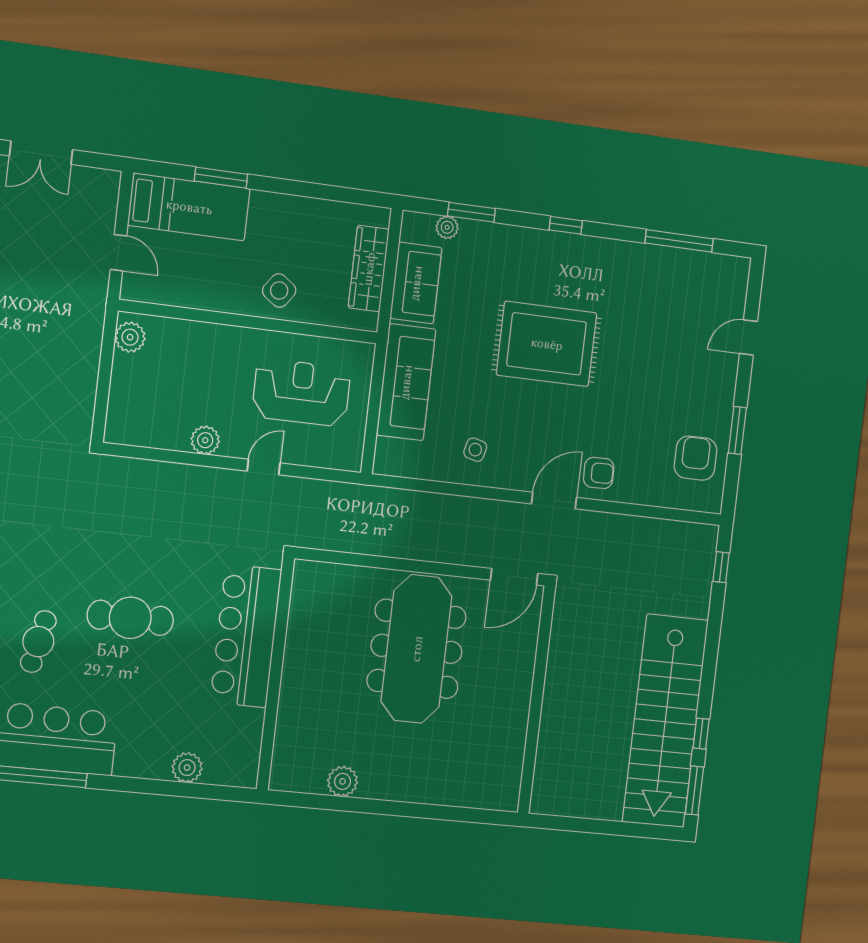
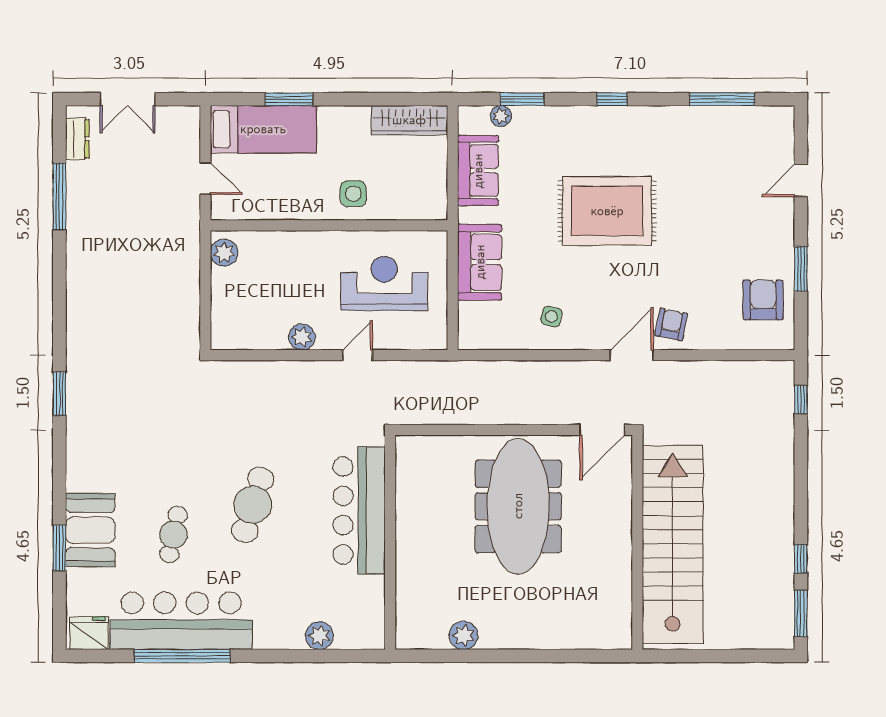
wardrobe: (369, 269) -> (409, 120), moved, turned -90
side table: (279, 291) -> (353, 194), turned -36
sofa: (406, 382) -> (480, 262), width x0.73
armchair: (599, 473) -> (671, 325), turned -78
cafe table: (130, 618) -> (253, 505), turned -73
stairs: (665, 721) -> (673, 544), moved, turned 180

